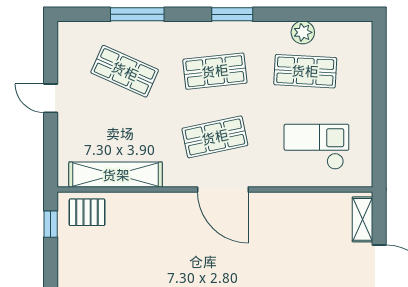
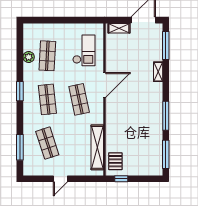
window: (137, 14) -> (20, 147), moved
shop shelf: (125, 71) -> (47, 143), turned -42
checkout: (316, 147) -> (84, 50), turned 180
door: (223, 189) -> (104, 85), moved

